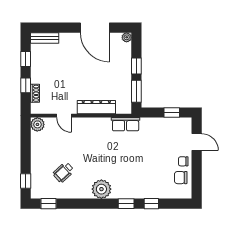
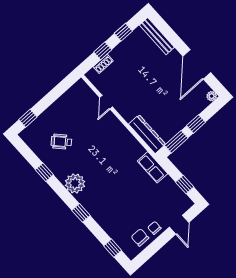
bench: (45, 38) -> (157, 36), width x1.36
dresser: (96, 107) -> (147, 134), moved
plant: (37, 124) -> (81, 88), removed
row of seats: (126, 124) -> (153, 167), moved
window: (48, 204) -> (44, 172), moved
window: (151, 204) -> (113, 248), moved

